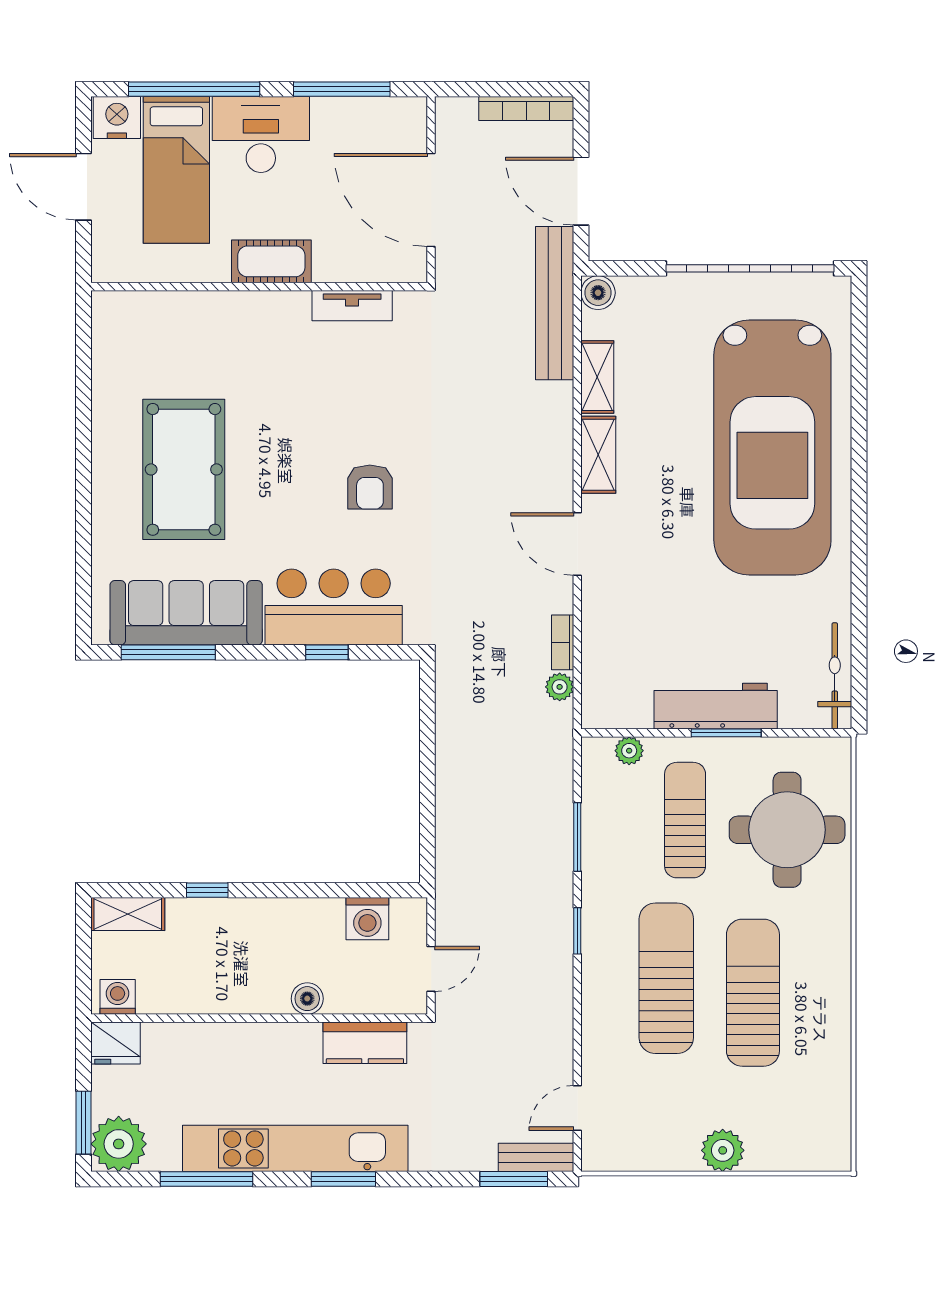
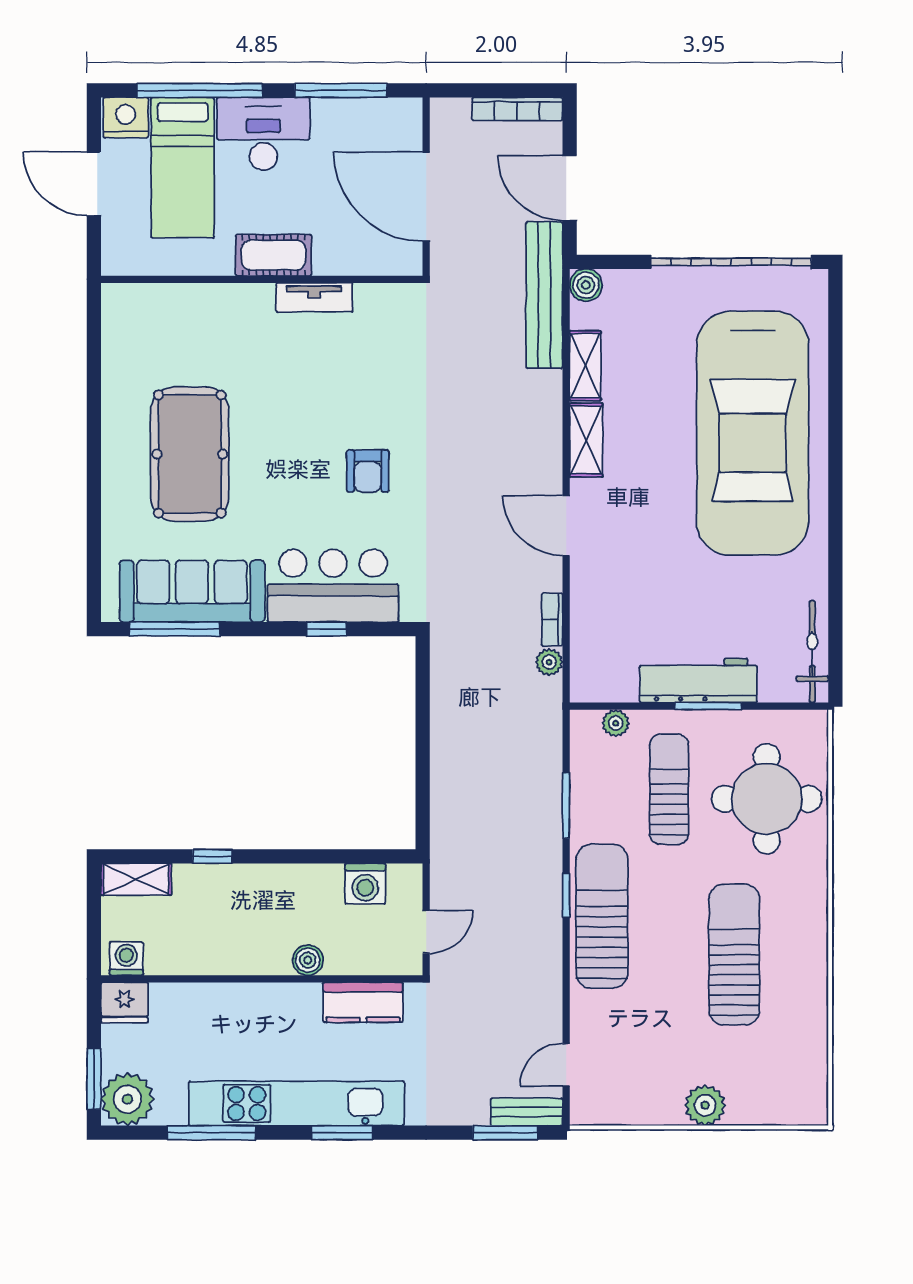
tv unit: (352, 306) -> (314, 297), moved
sun lounger: (666, 978) -> (602, 916), moved

